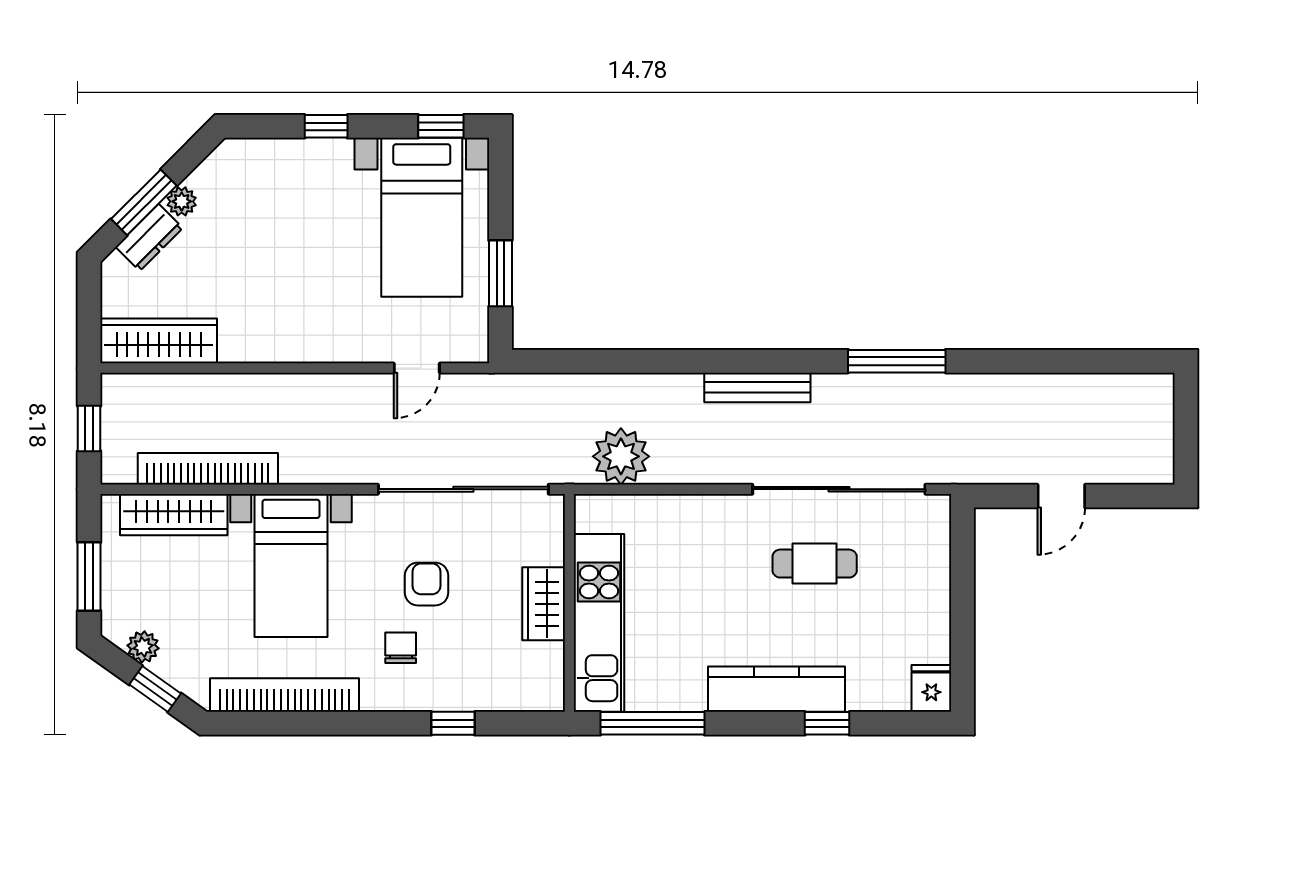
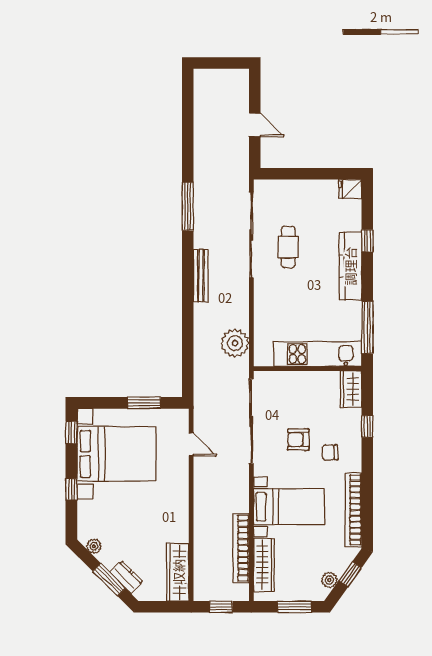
plant: (182, 201) -> (94, 546), moved
bed with nightstands: (422, 217) -> (116, 454), width x1.36
wardrobe: (544, 604) -> (351, 389), moved, turned 90

